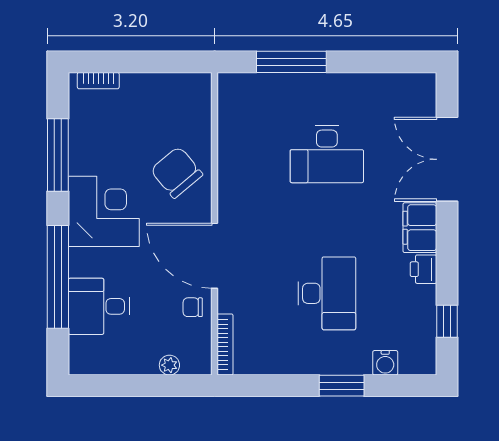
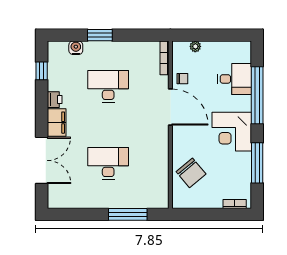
chair: (177, 172) -> (191, 173), moved
desk: (327, 293) -> (108, 86), turned 90

